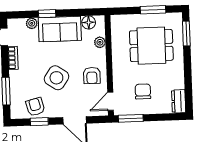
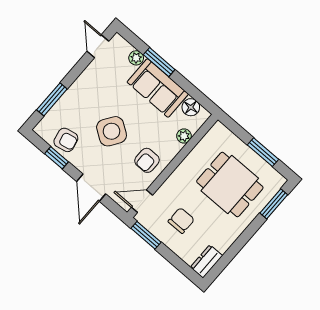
window: (47, 14) -> (159, 62), width x1.50
bookcase: (13, 58) -> (88, 74), removed
armchair: (35, 107) -> (66, 140), turned 92

